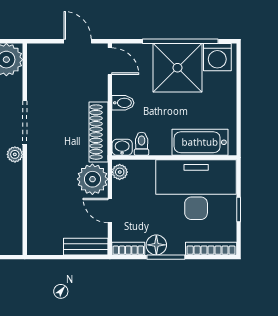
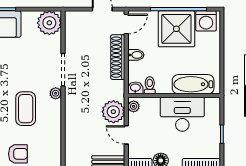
door: (110, 61) -> (126, 24), hinge flipped
shoe rack: (98, 132) -> (118, 57), moved
desk: (196, 190) -> (182, 114), width x0.73, depth x0.77

